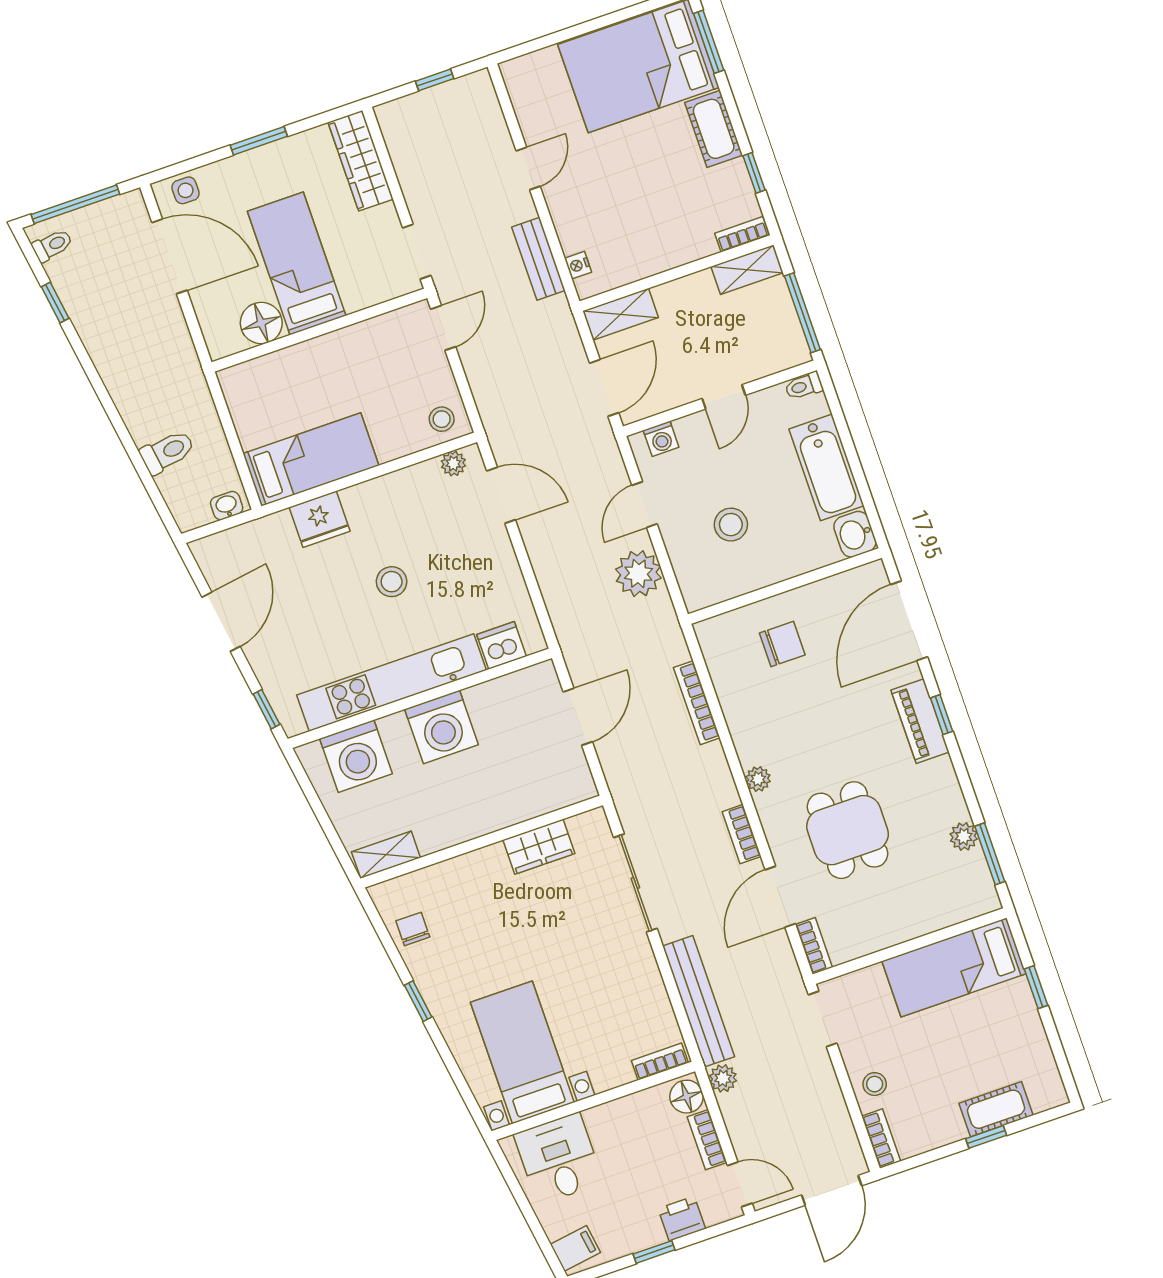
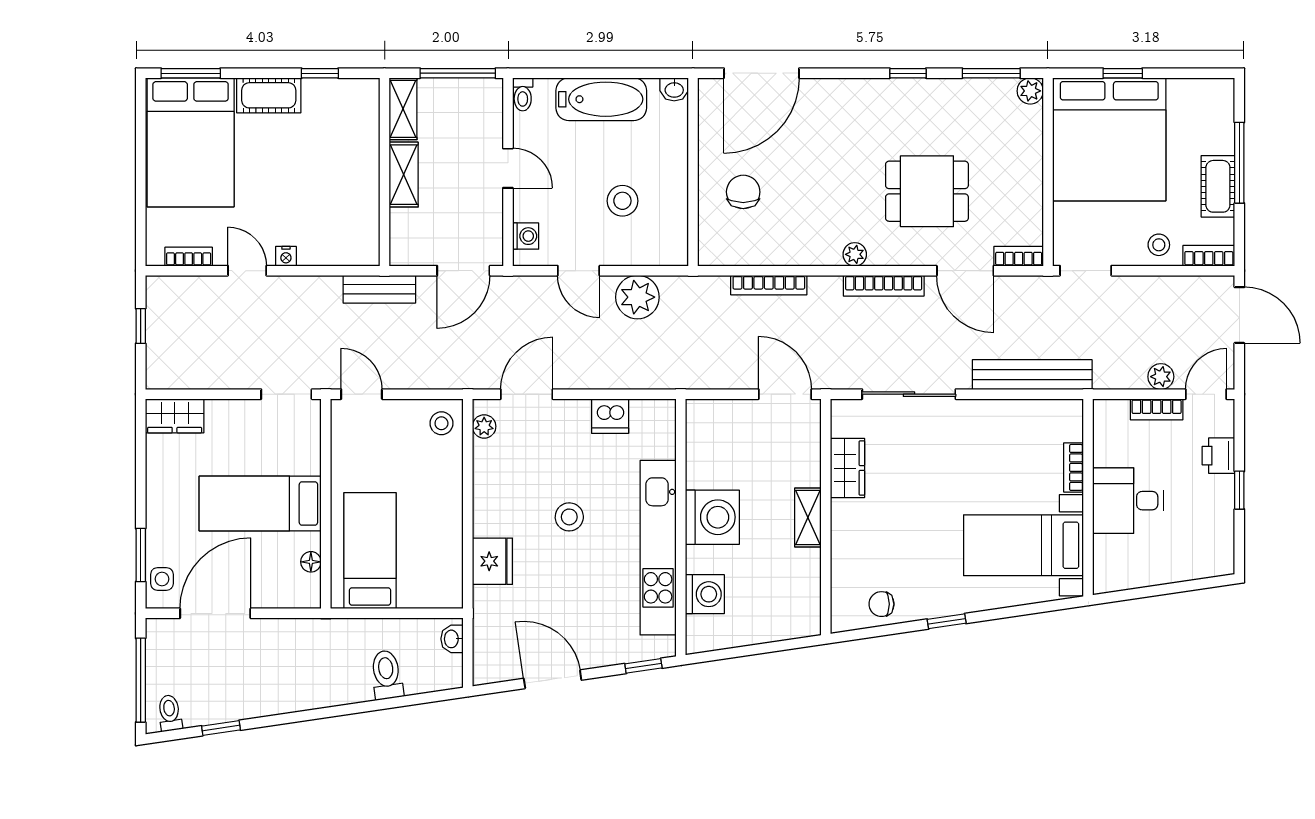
window: (259, 141) -> (141, 555), moved
wardrobe: (361, 161) -> (175, 416), width x0.67
bookcase: (742, 234) -> (189, 257), moved, turned 90
bench: (538, 259) -> (379, 289), moved
nightstand: (578, 265) -> (286, 256), moved
shelving: (621, 314) -> (404, 175), moved
floor lamp: (261, 323) -> (311, 562), width x0.53, depth x0.53
door: (604, 388) -> (463, 271), swing flipped
bed: (311, 459) -> (370, 551), moved
washbasin: (855, 534) -> (674, 89), width x0.72, depth x0.69
door: (909, 621) -> (761, 73), hinge flipped
dishwasher: (501, 645) -> (610, 416), moved, turned -90
window: (942, 715) -> (908, 73), moved
door: (578, 717) -> (785, 394), moved
piano: (920, 721) -> (853, 94), removed
washing machine: (356, 756) -> (705, 594), width x0.73, depth x0.73
bookcase: (742, 834) -> (884, 286), width x1.56
plant: (964, 837) -> (1030, 91), moved
shelving: (386, 855) -> (808, 518), moved
bed: (954, 967) -> (1109, 139), width x2.04
bookcase: (660, 1062) -> (1074, 467), moved
plant: (723, 1078) -> (1161, 377), moved
floor lamp: (686, 1097) -> (1112, 414), removed
cot: (996, 1109) -> (1218, 186), moved
window: (986, 1137) -> (1239, 163), width x2.17
desk: (559, 1159) -> (1128, 501), moved
filing cabinet: (575, 1248) -> (1212, 558), removed

